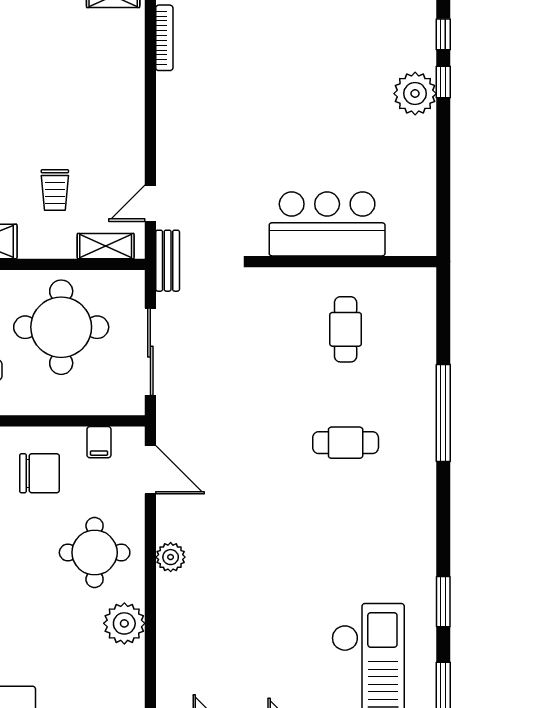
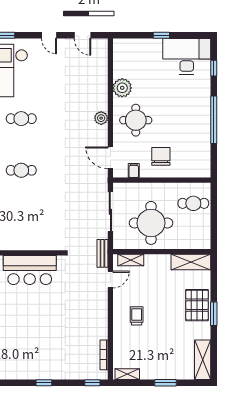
trolley: (55, 190) -> (137, 316), moved
cafe table: (346, 329) -> (21, 119), moved, turned 90
chair: (40, 473) -> (161, 156), turned 90

